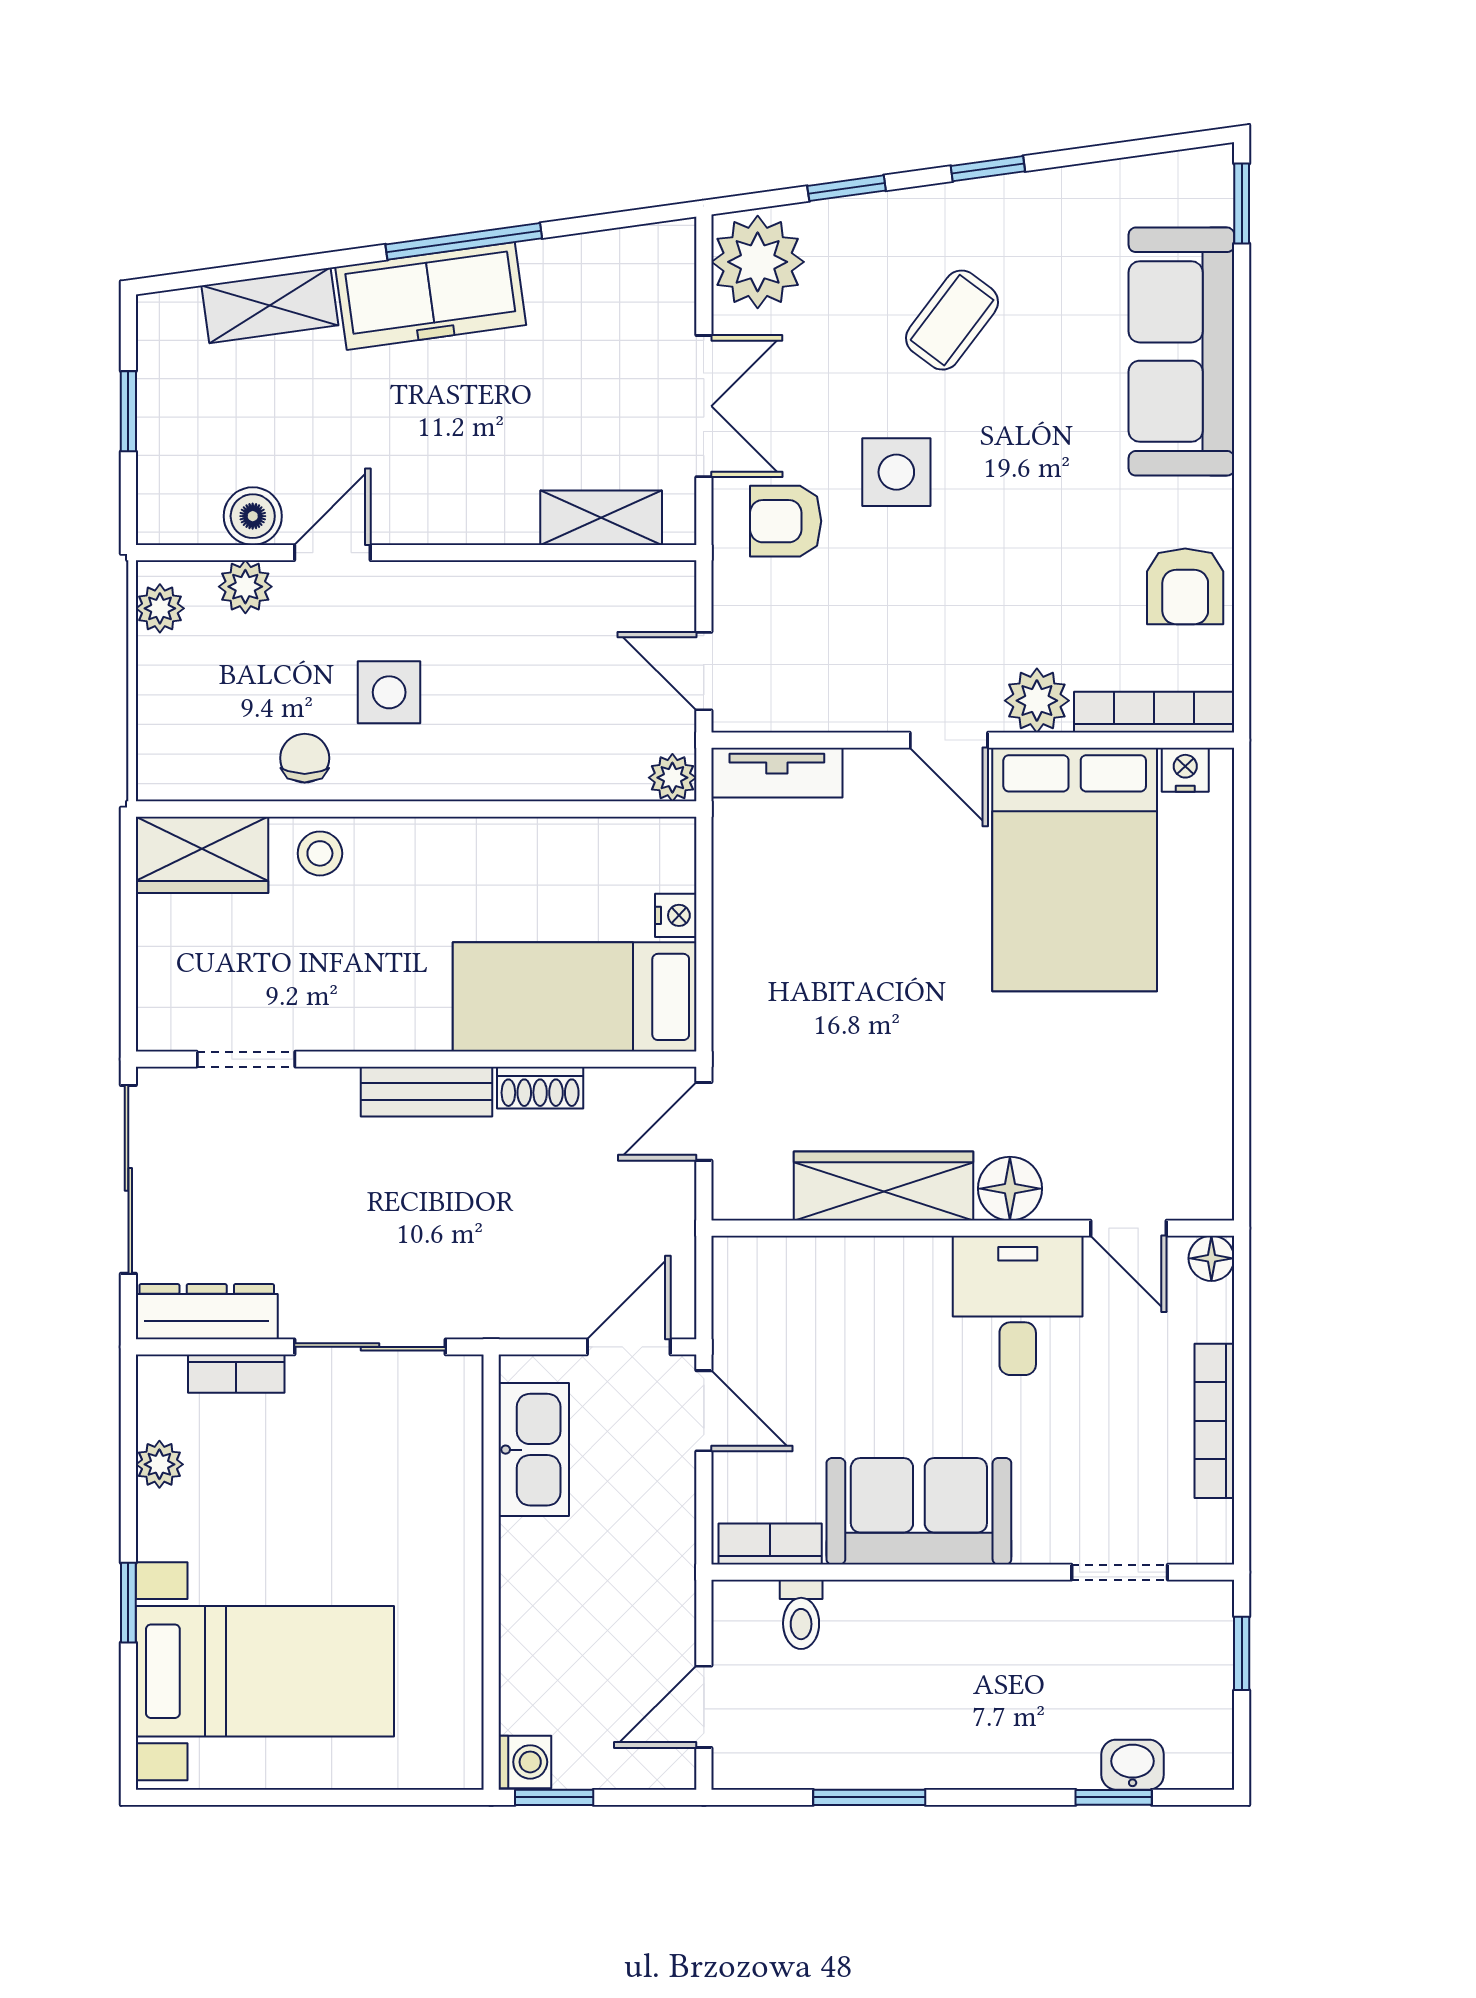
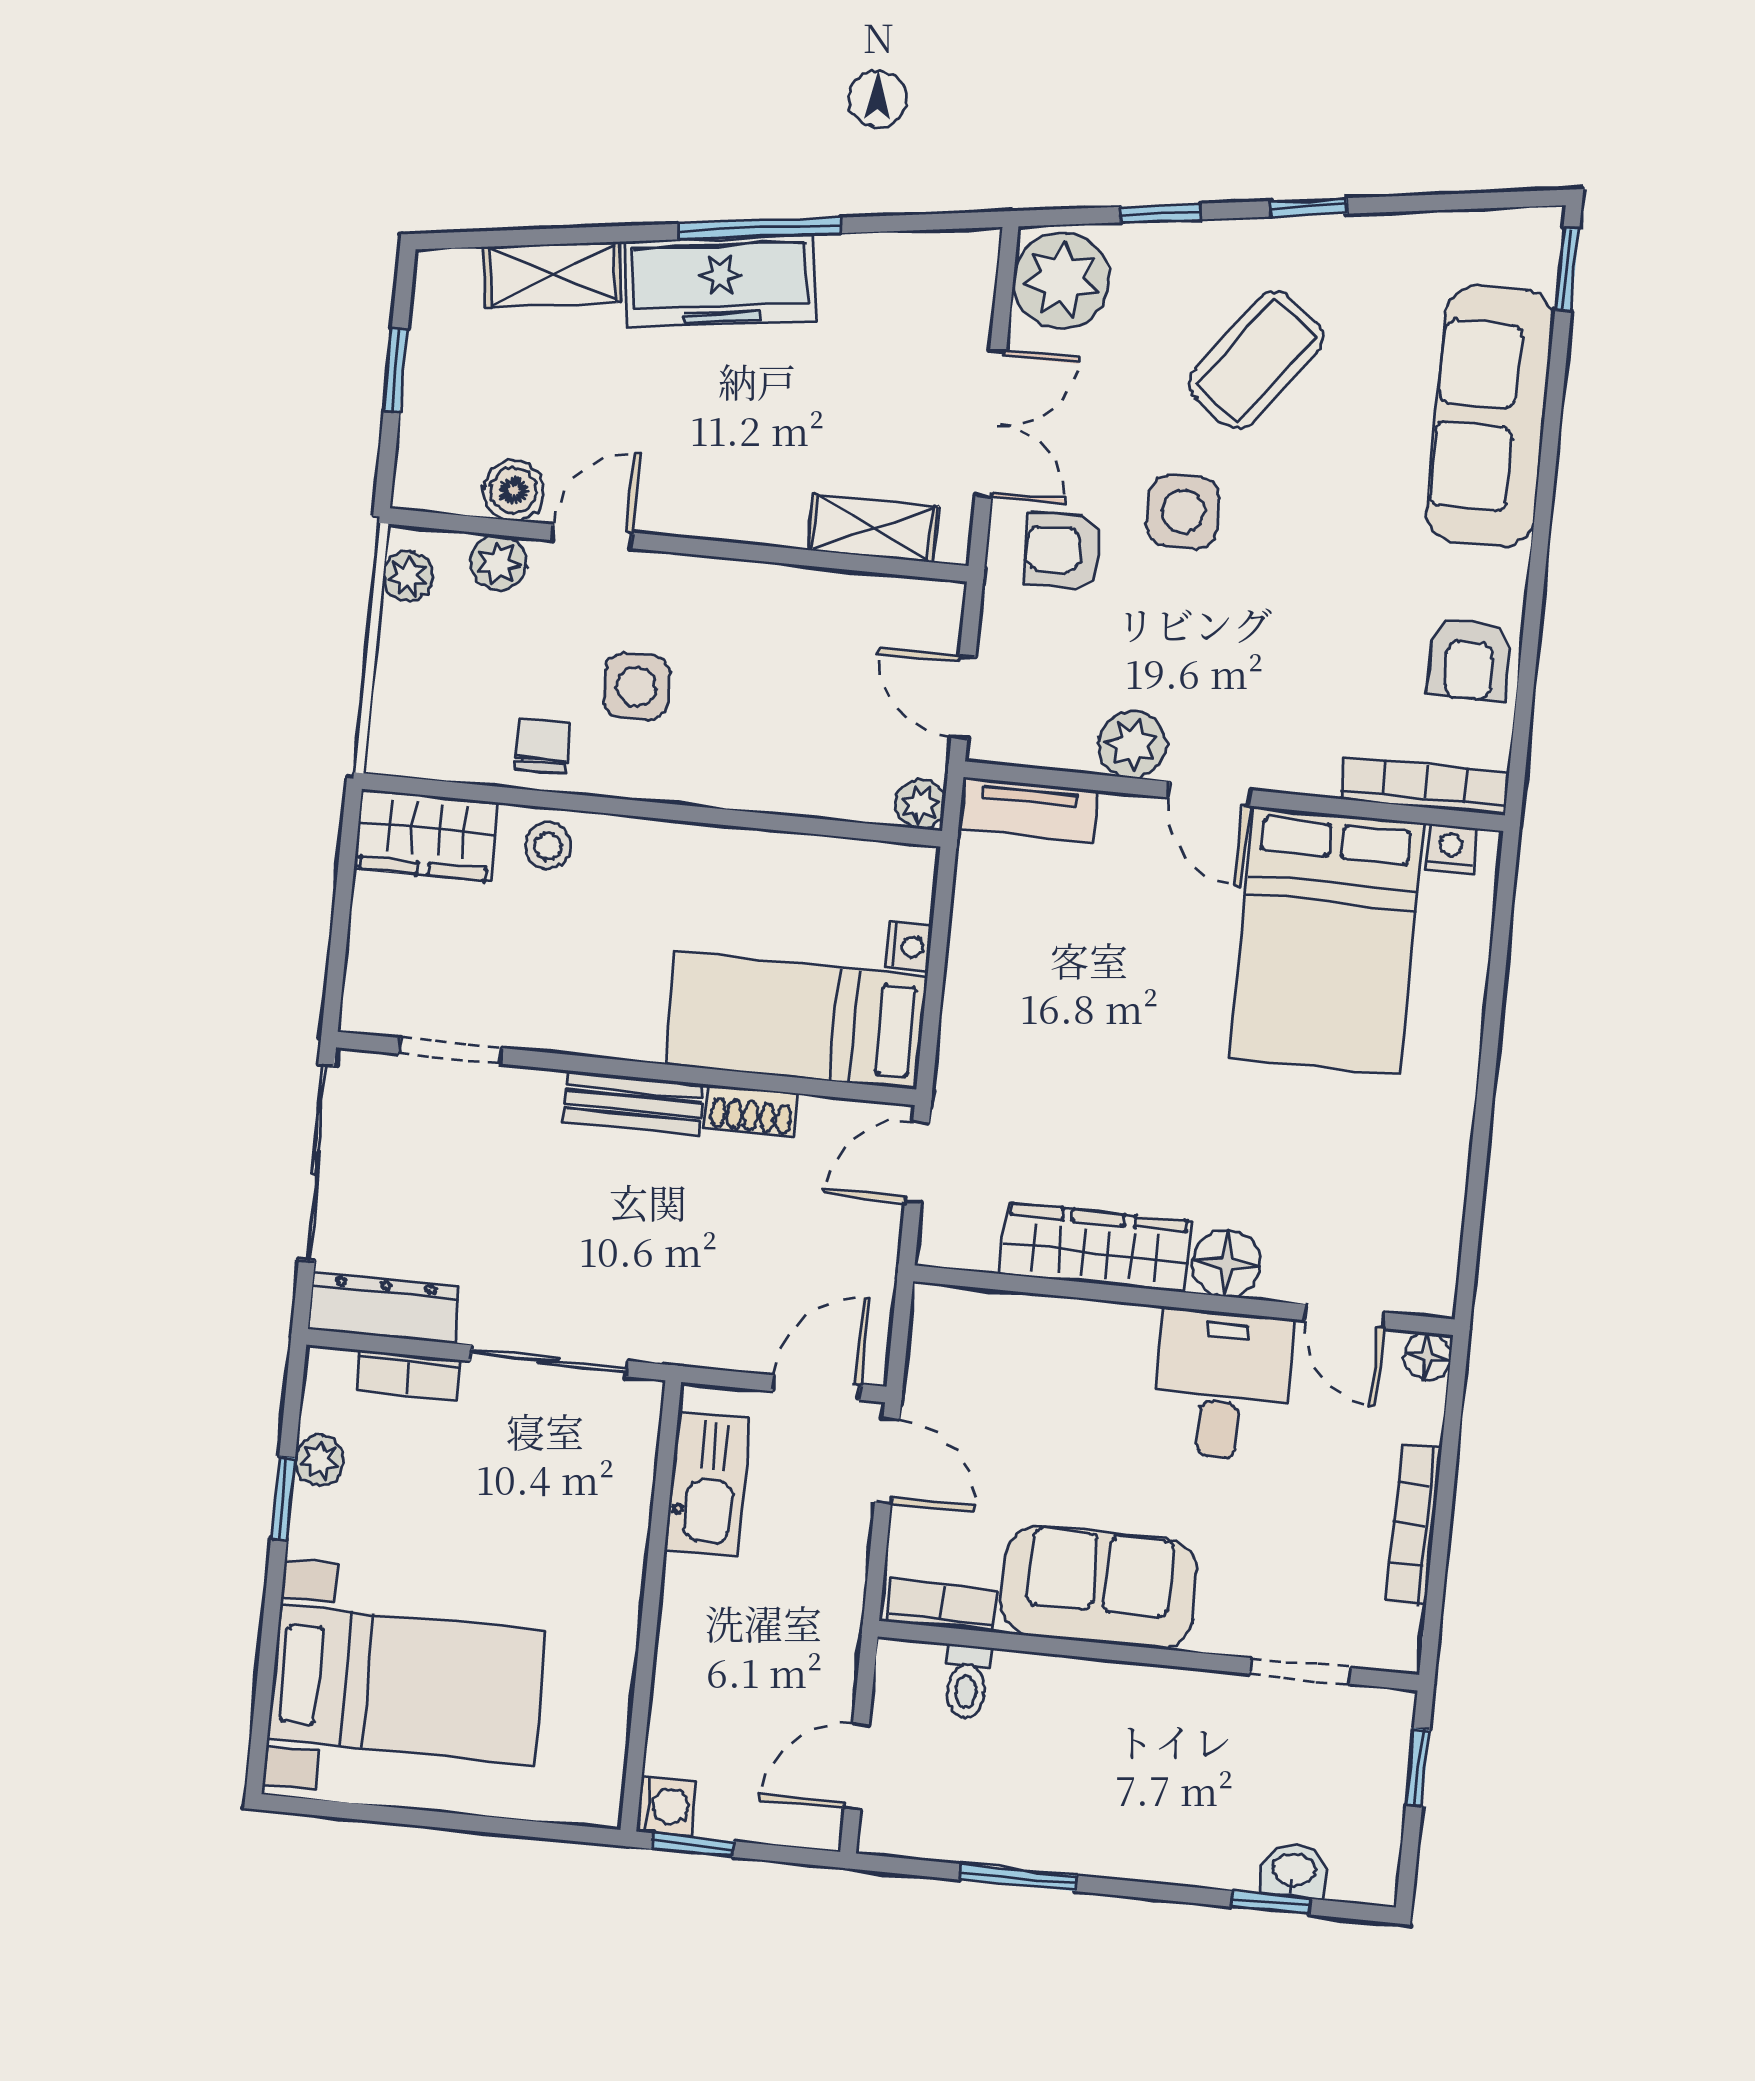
coffee table: (952, 320) -> (1256, 360), width x1.36, depth x1.30
plant: (1037, 701) -> (1132, 745), moved
window: (128, 1603) -> (283, 1498), moved

